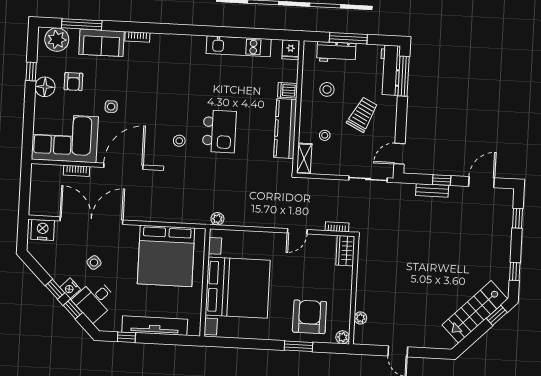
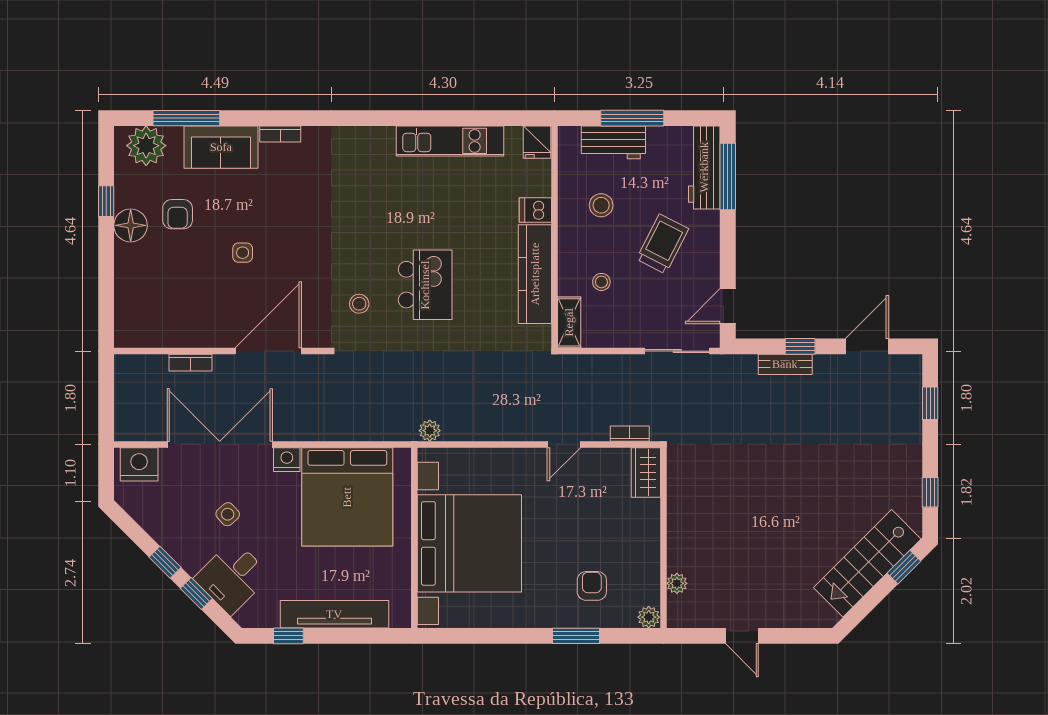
corner sofa: (65, 138) -> (168, 309), removed
nightstand: (70, 288) -> (287, 460), moved, turned 135
armchair: (309, 317) -> (592, 586), width x0.53, depth x0.53

